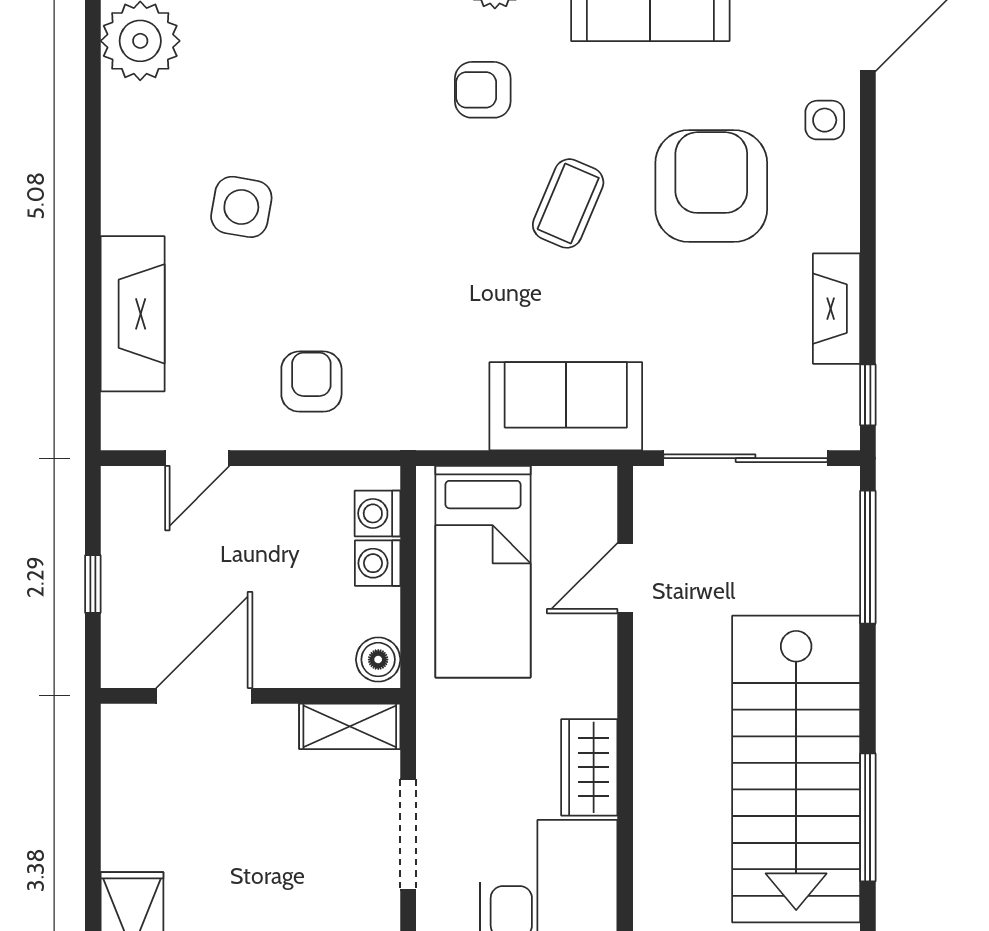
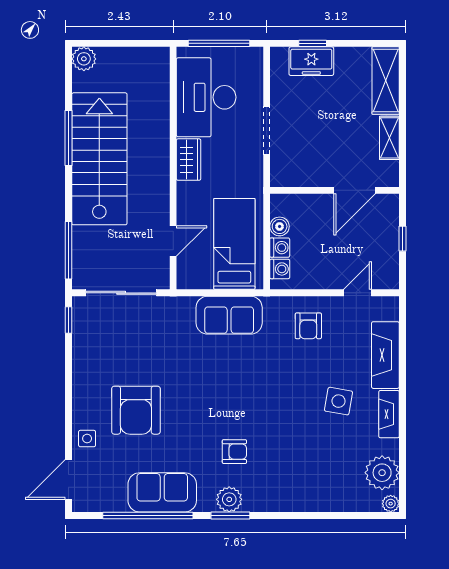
coffee table: (568, 203) -> (198, 403), removed
fireplace: (836, 309) -> (389, 414), moved, turned 180
sofa: (566, 406) -> (229, 315), moved
boiler: (378, 660) -> (280, 226), moved
shelving: (350, 726) -> (389, 138), moved, turned 90

